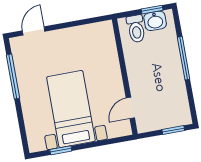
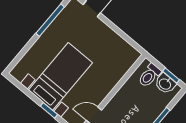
window: (61, 150) -> (49, 110), moved

